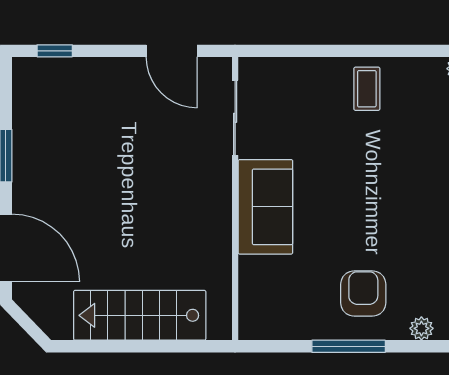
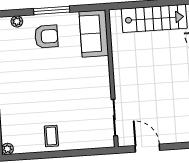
sofa: (265, 207) -> (94, 33), moved
armchair: (363, 294) -> (46, 36), turned -90

